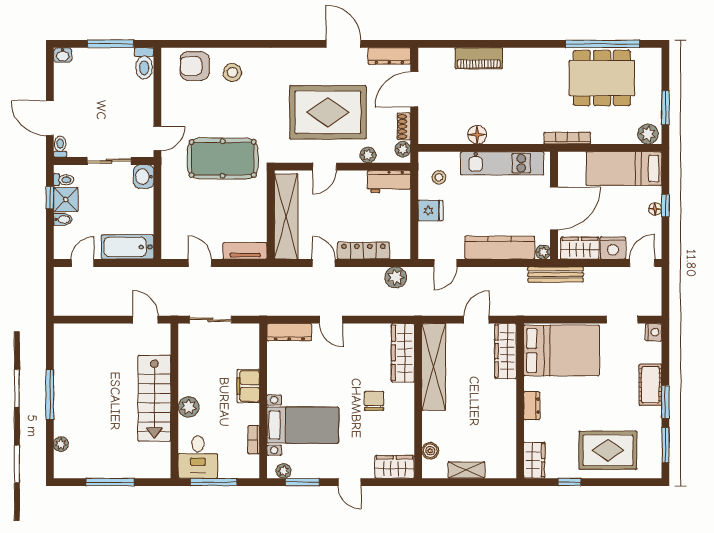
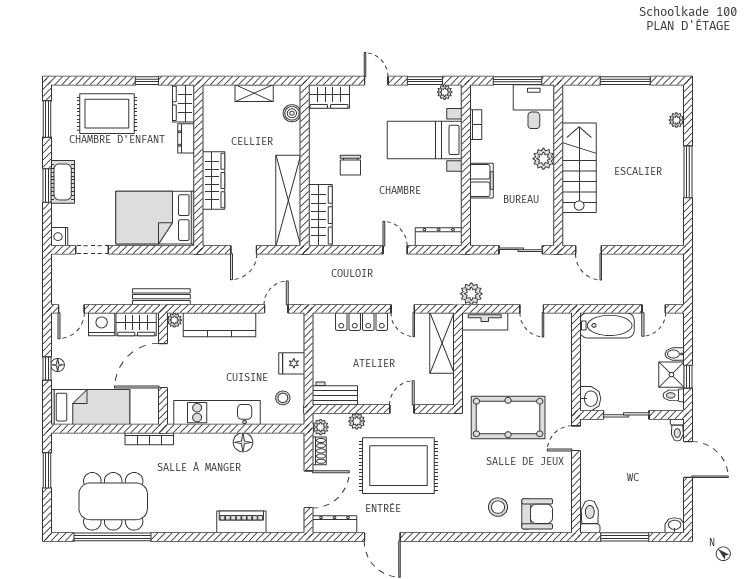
plant: (648, 134) -> (65, 443), removed
shelving: (286, 216) -> (442, 343), width x0.68
plant: (396, 277) -> (471, 294), moved
wardrobe: (506, 351) -> (213, 181), moved
window: (665, 402) -> (47, 186), moved
dresser: (532, 406) -> (186, 138), moved

